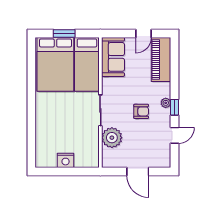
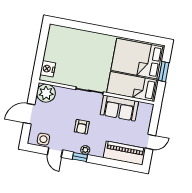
door: (143, 33) -> (150, 142), swing flipped
sofa: (113, 57) -> (119, 108), moved
plant: (112, 138) -> (46, 93), moved
side table: (163, 151) -> (43, 139), added
nightstand: (66, 160) -> (48, 69), moved

